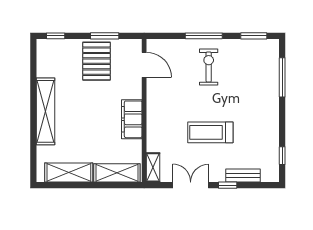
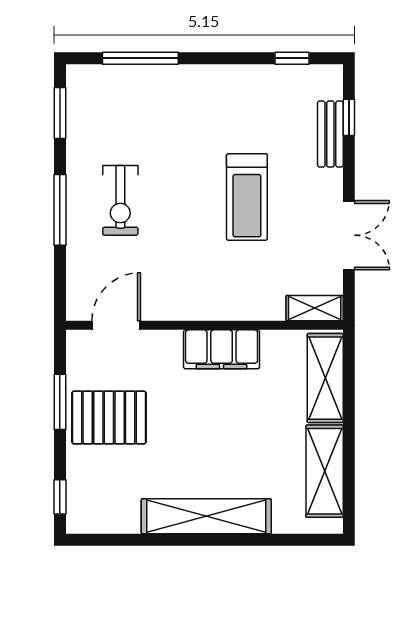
exercise bike: (209, 67) -> (120, 200), turned -90
double door: (191, 185) -> (349, 235), swing flipped
window: (228, 185) -> (349, 117), moved

